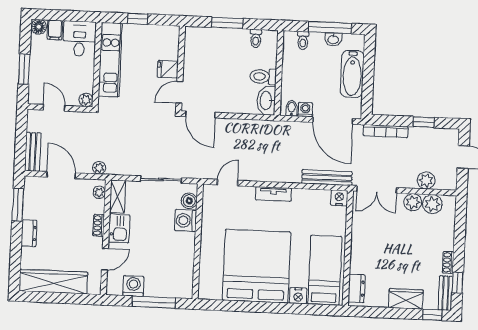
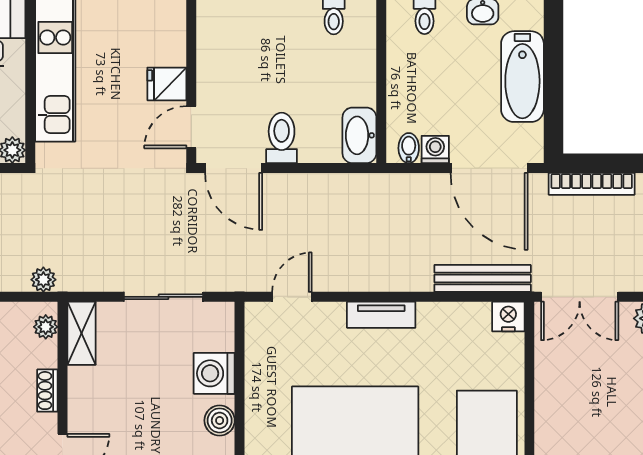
toilet: (263, 77) -> (282, 138), moved, turned 90
boiler: (189, 201) -> (220, 420), moved
kitchen sink: (119, 229) -> (87, 395), removed

